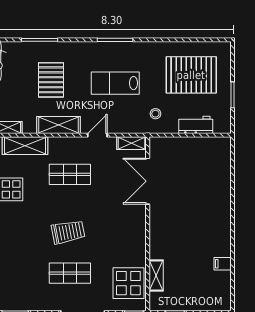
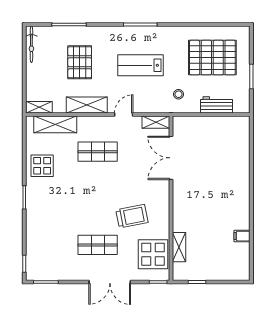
trolley: (68, 232) -> (132, 216), moved

